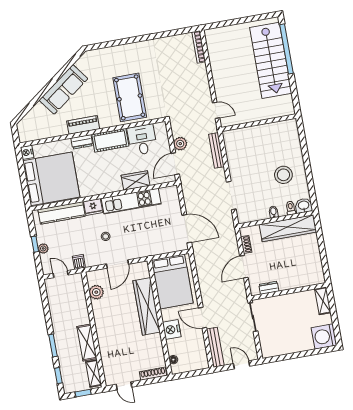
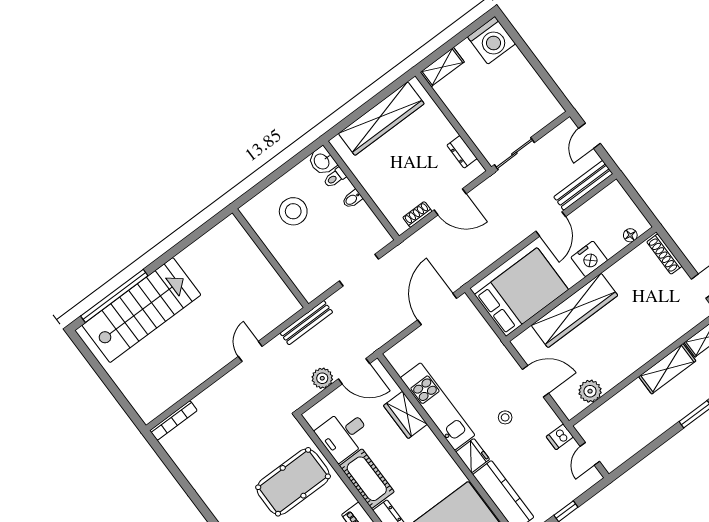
wall: (259, 123) -> (270, 258), moved
wardrobe: (288, 228) -> (381, 119), moved, turned 90
plant: (43, 248) -> (566, 496), removed

